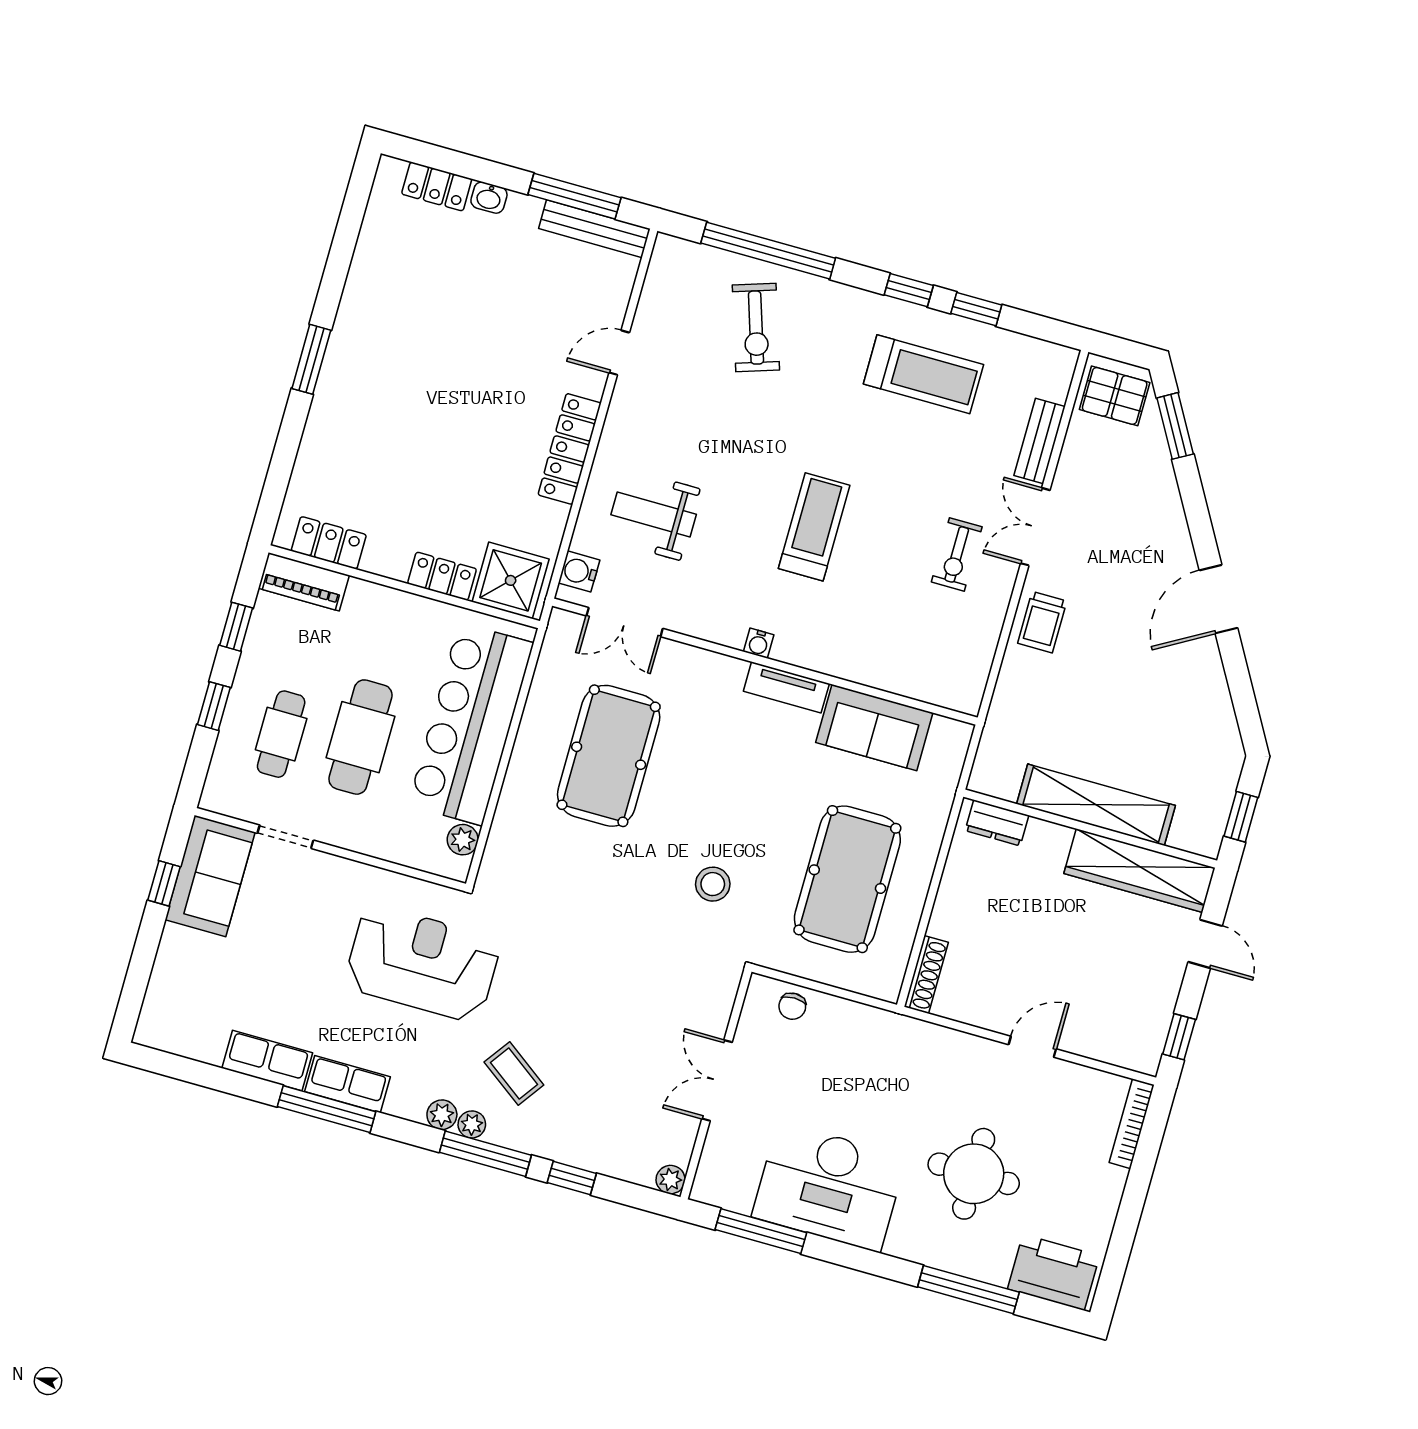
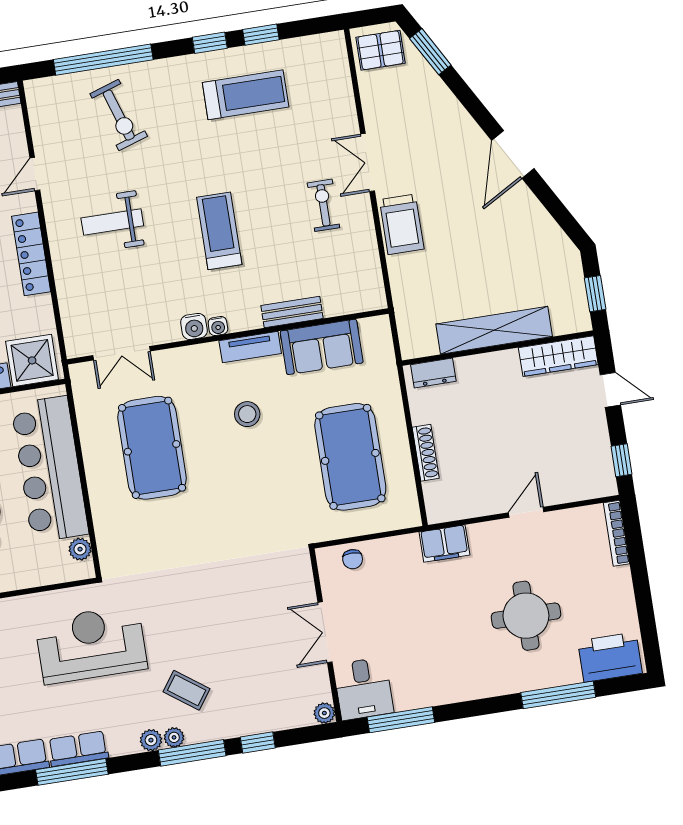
bench: (1040, 441) -> (292, 312), moved, turned 90
weight bench: (654, 515) -> (112, 222), moved
exercise bike: (957, 554) -> (323, 205), turned 180
water cooler: (579, 571) -> (194, 326), moved, turned -90
trolley: (1042, 622) -> (402, 224), width x1.36, depth x1.39
wardrobe: (1140, 871) -> (558, 356), width x0.71, depth x0.85
stool: (713, 884) -> (247, 414), moved
shoe rack: (926, 974) -> (426, 453), moved
filing cabinet: (914, 1039) -> (444, 544), added
desk: (829, 1187) -> (363, 689), moved, width x0.53, depth x0.77

